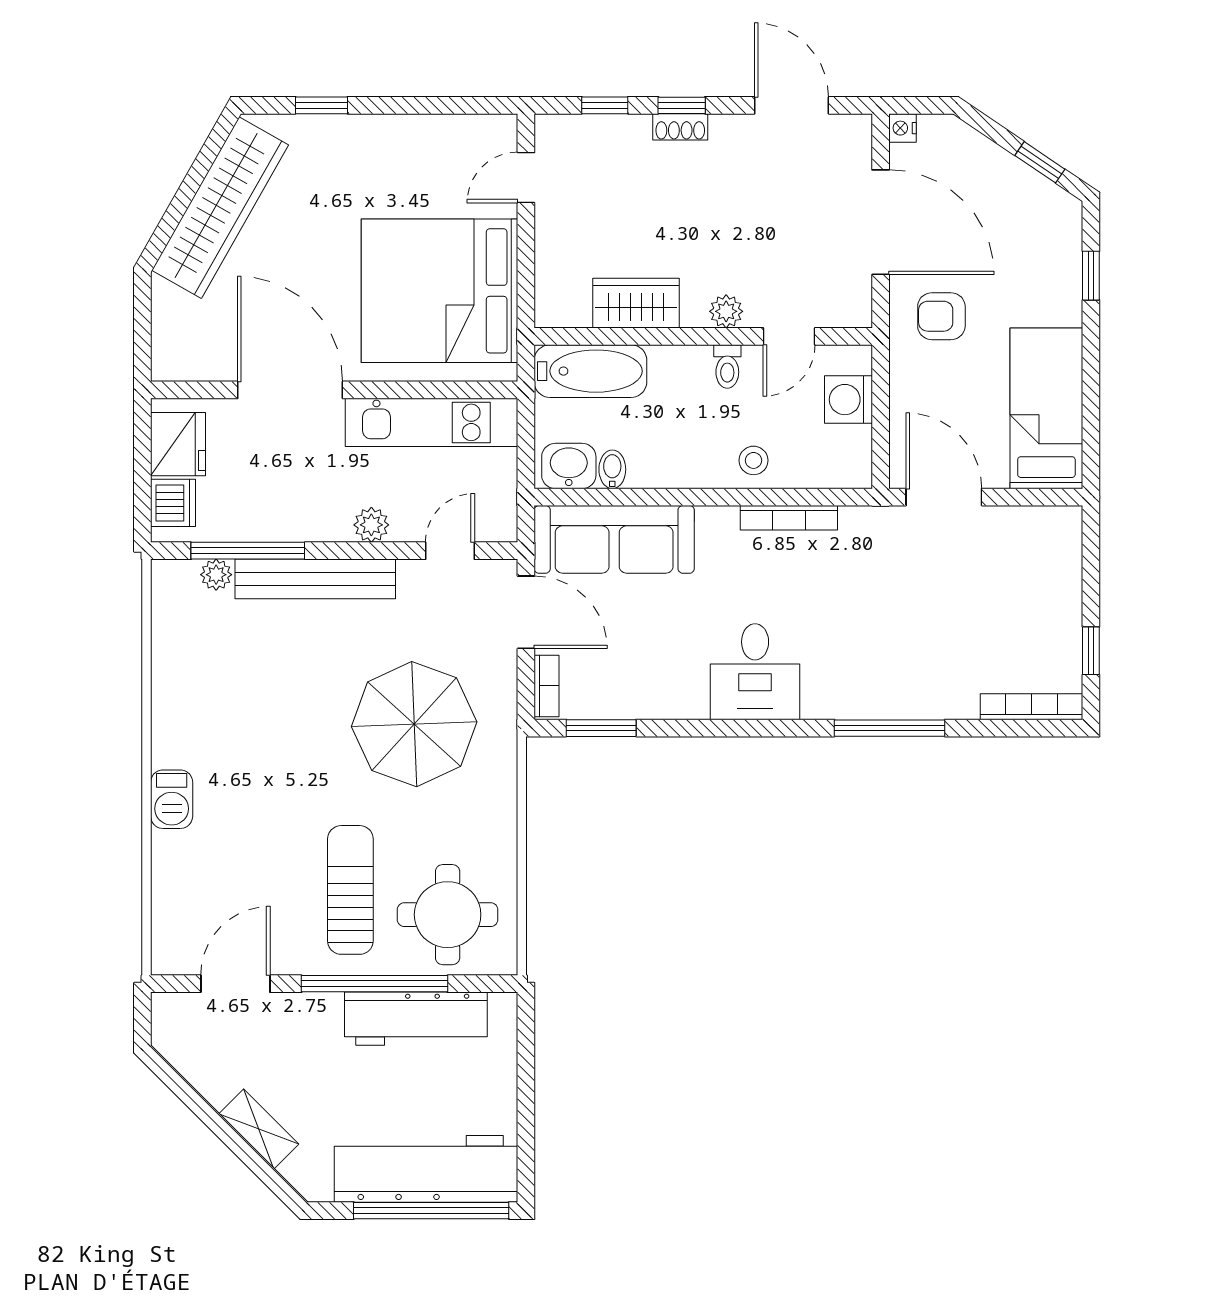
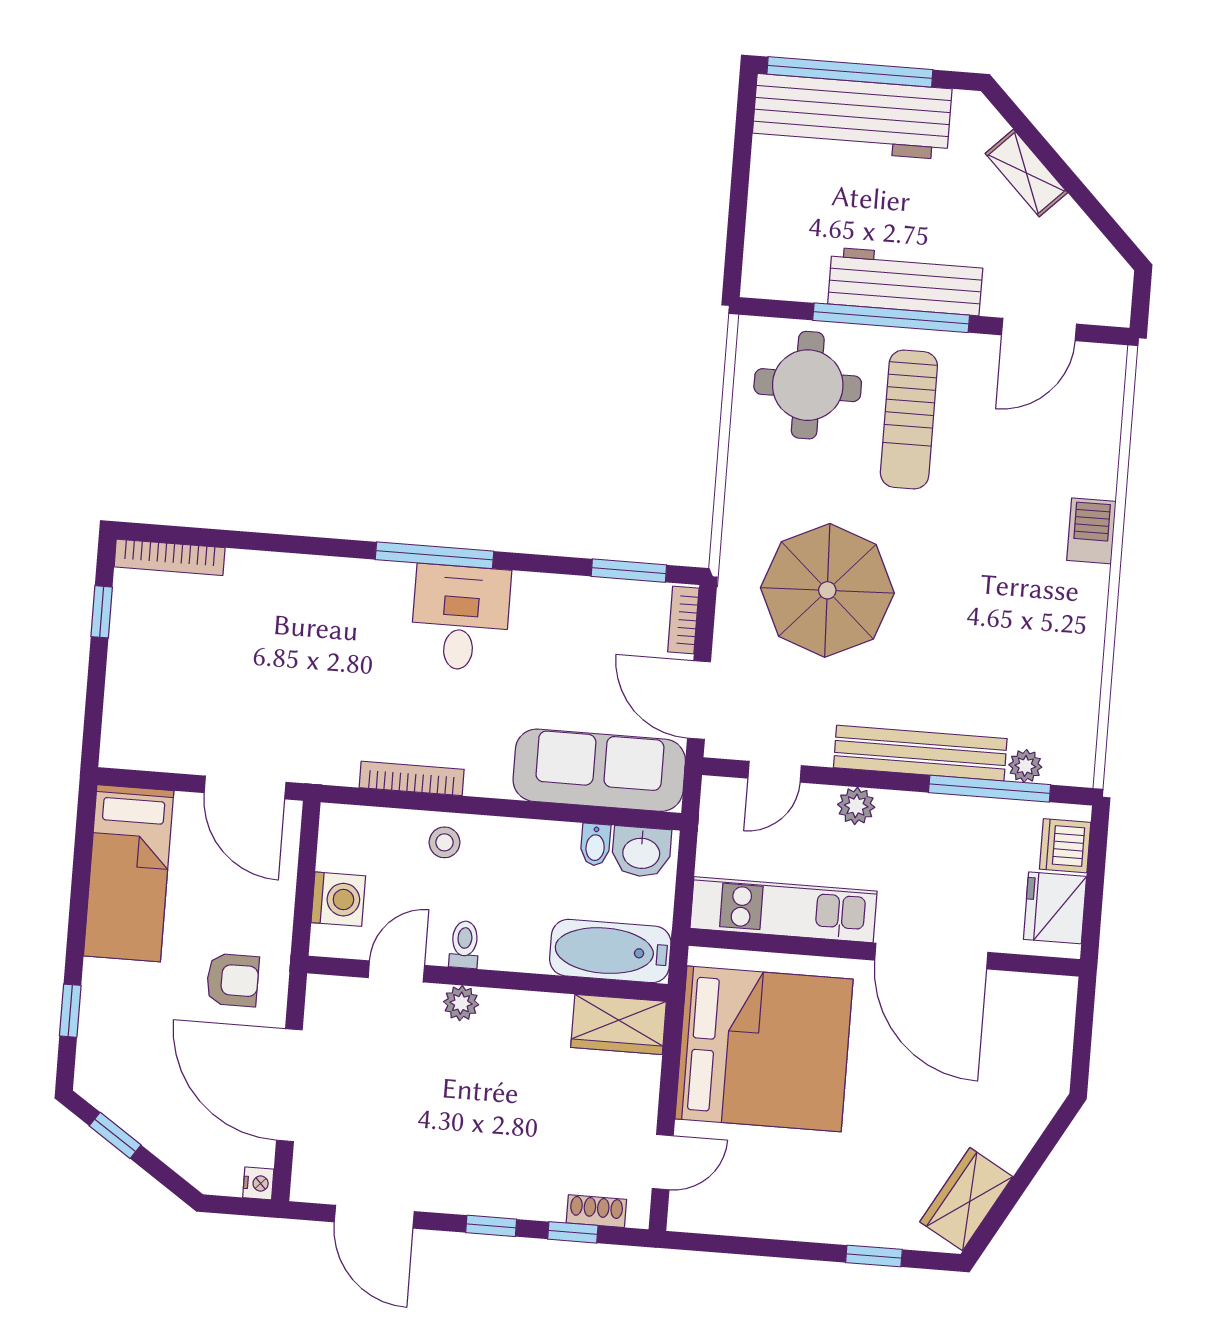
shoe rack: (680, 127) -> (596, 1211), moved
wardrobe: (220, 208) -> (966, 1199), width x0.48, depth x0.85
wardrobe: (636, 303) -> (619, 1024), moved
window: (890, 728) -> (435, 555), moved
workbench: (416, 1019) -> (906, 281), moved

